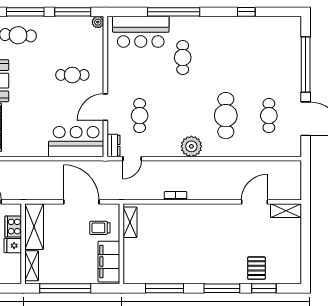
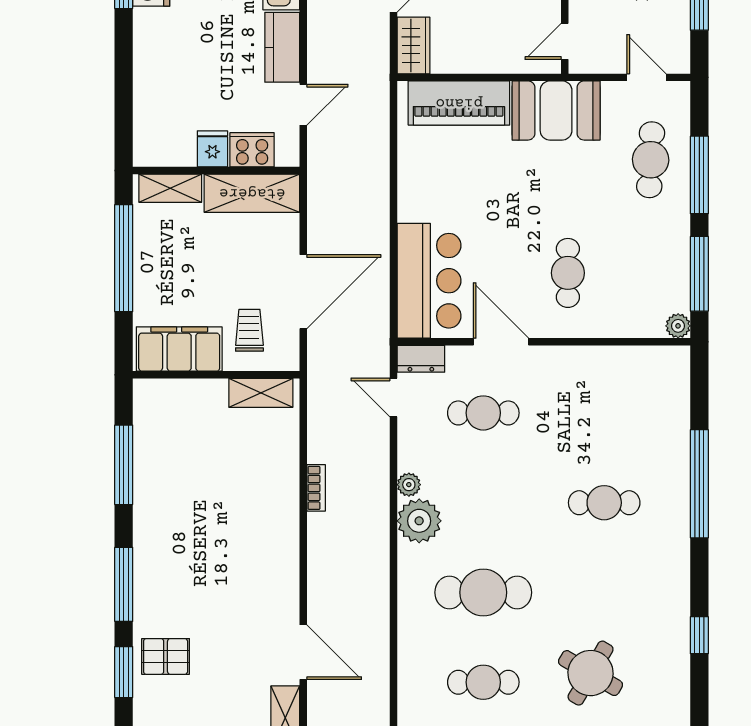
bar counter: (141, 32) -> (658, 415), removed
round table: (264, 64) -> (591, 673), added
plant: (174, 151) -> (409, 485), added

